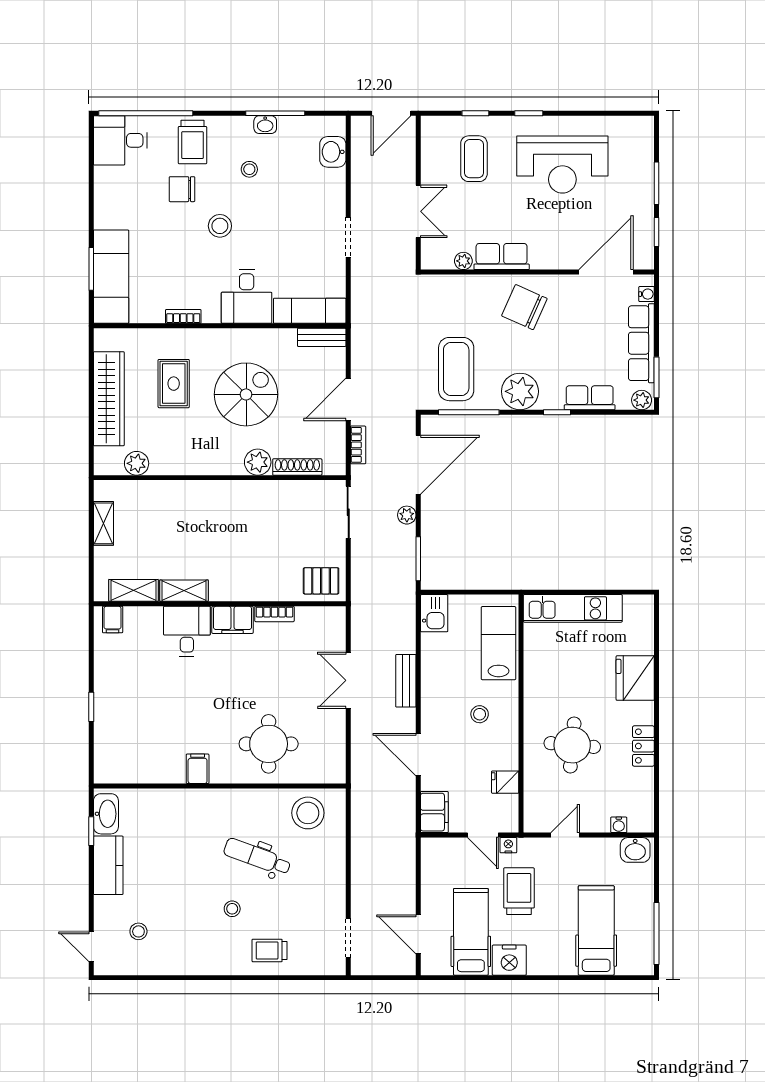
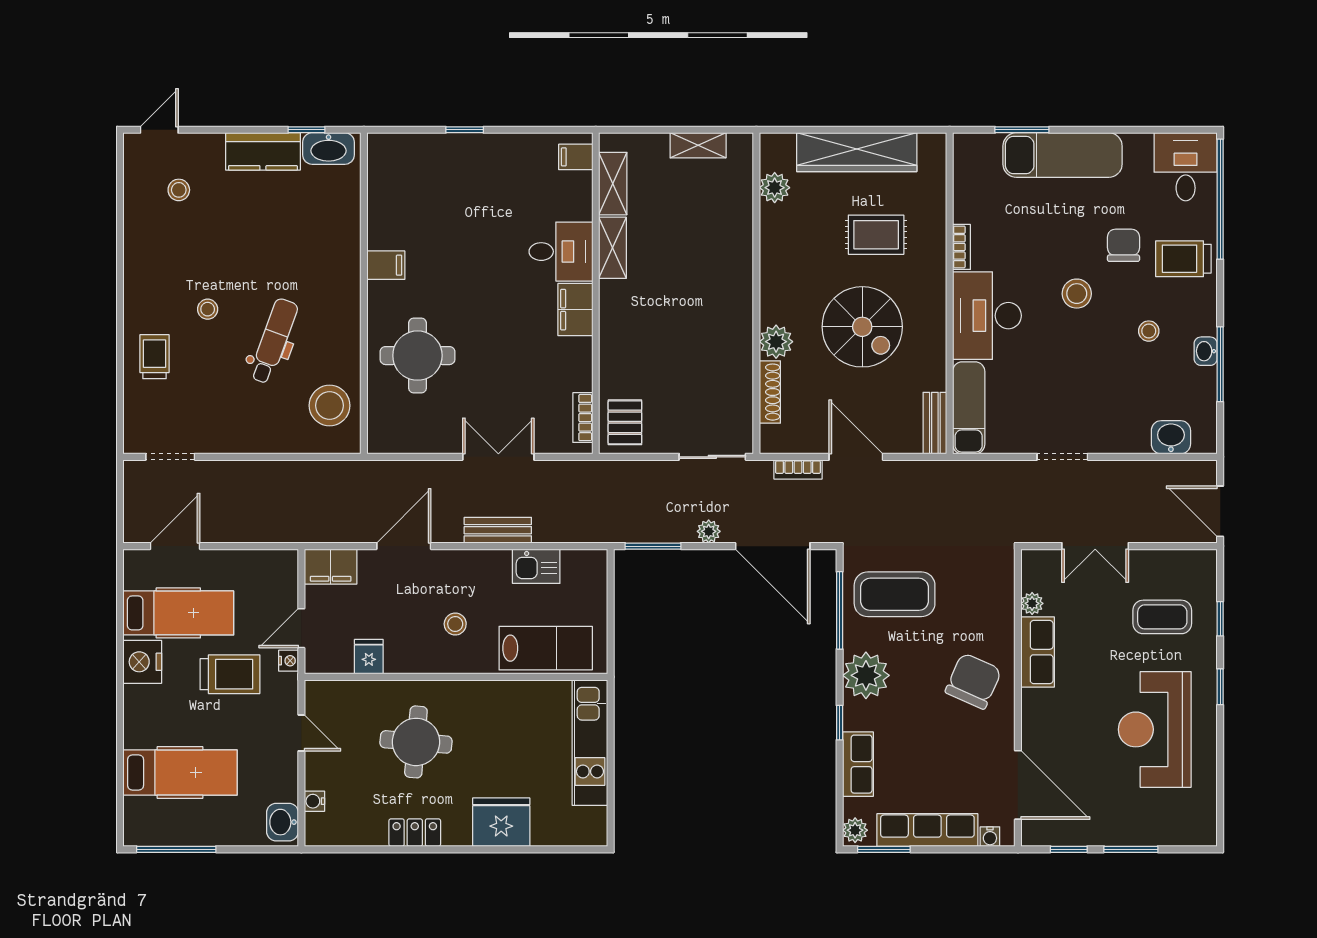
exam couch: (111, 277) -> (1063, 155), moved
desk: (247, 296) -> (987, 316), width x1.37
kitchen sink: (434, 613) -> (536, 566), moved
bookcase: (274, 614) -> (583, 418), moved

